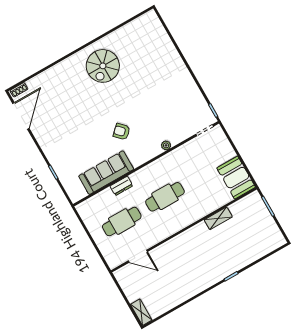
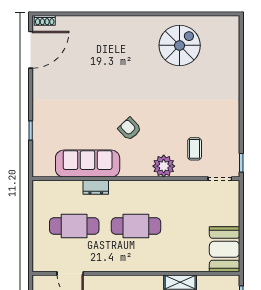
spiral stairs: (103, 66) -> (180, 45), moved, turned 180
coffee table: (175, 119) -> (195, 149), added
plant: (166, 145) -> (164, 166), width x1.88, depth x1.88

